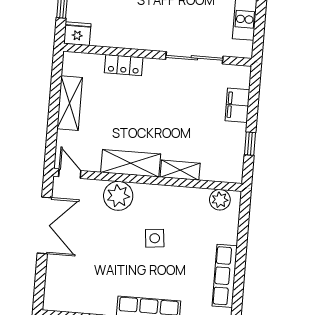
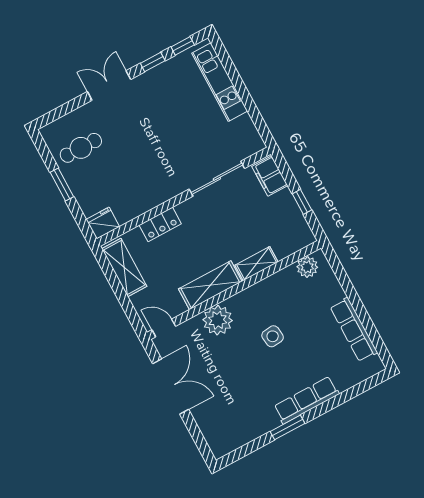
fridge: (77, 34) -> (103, 223), moved
wall: (158, 55) -> (184, 197), moved
sliding door: (194, 58) -> (217, 179), moved
locker: (124, 65) -> (160, 224), moved

